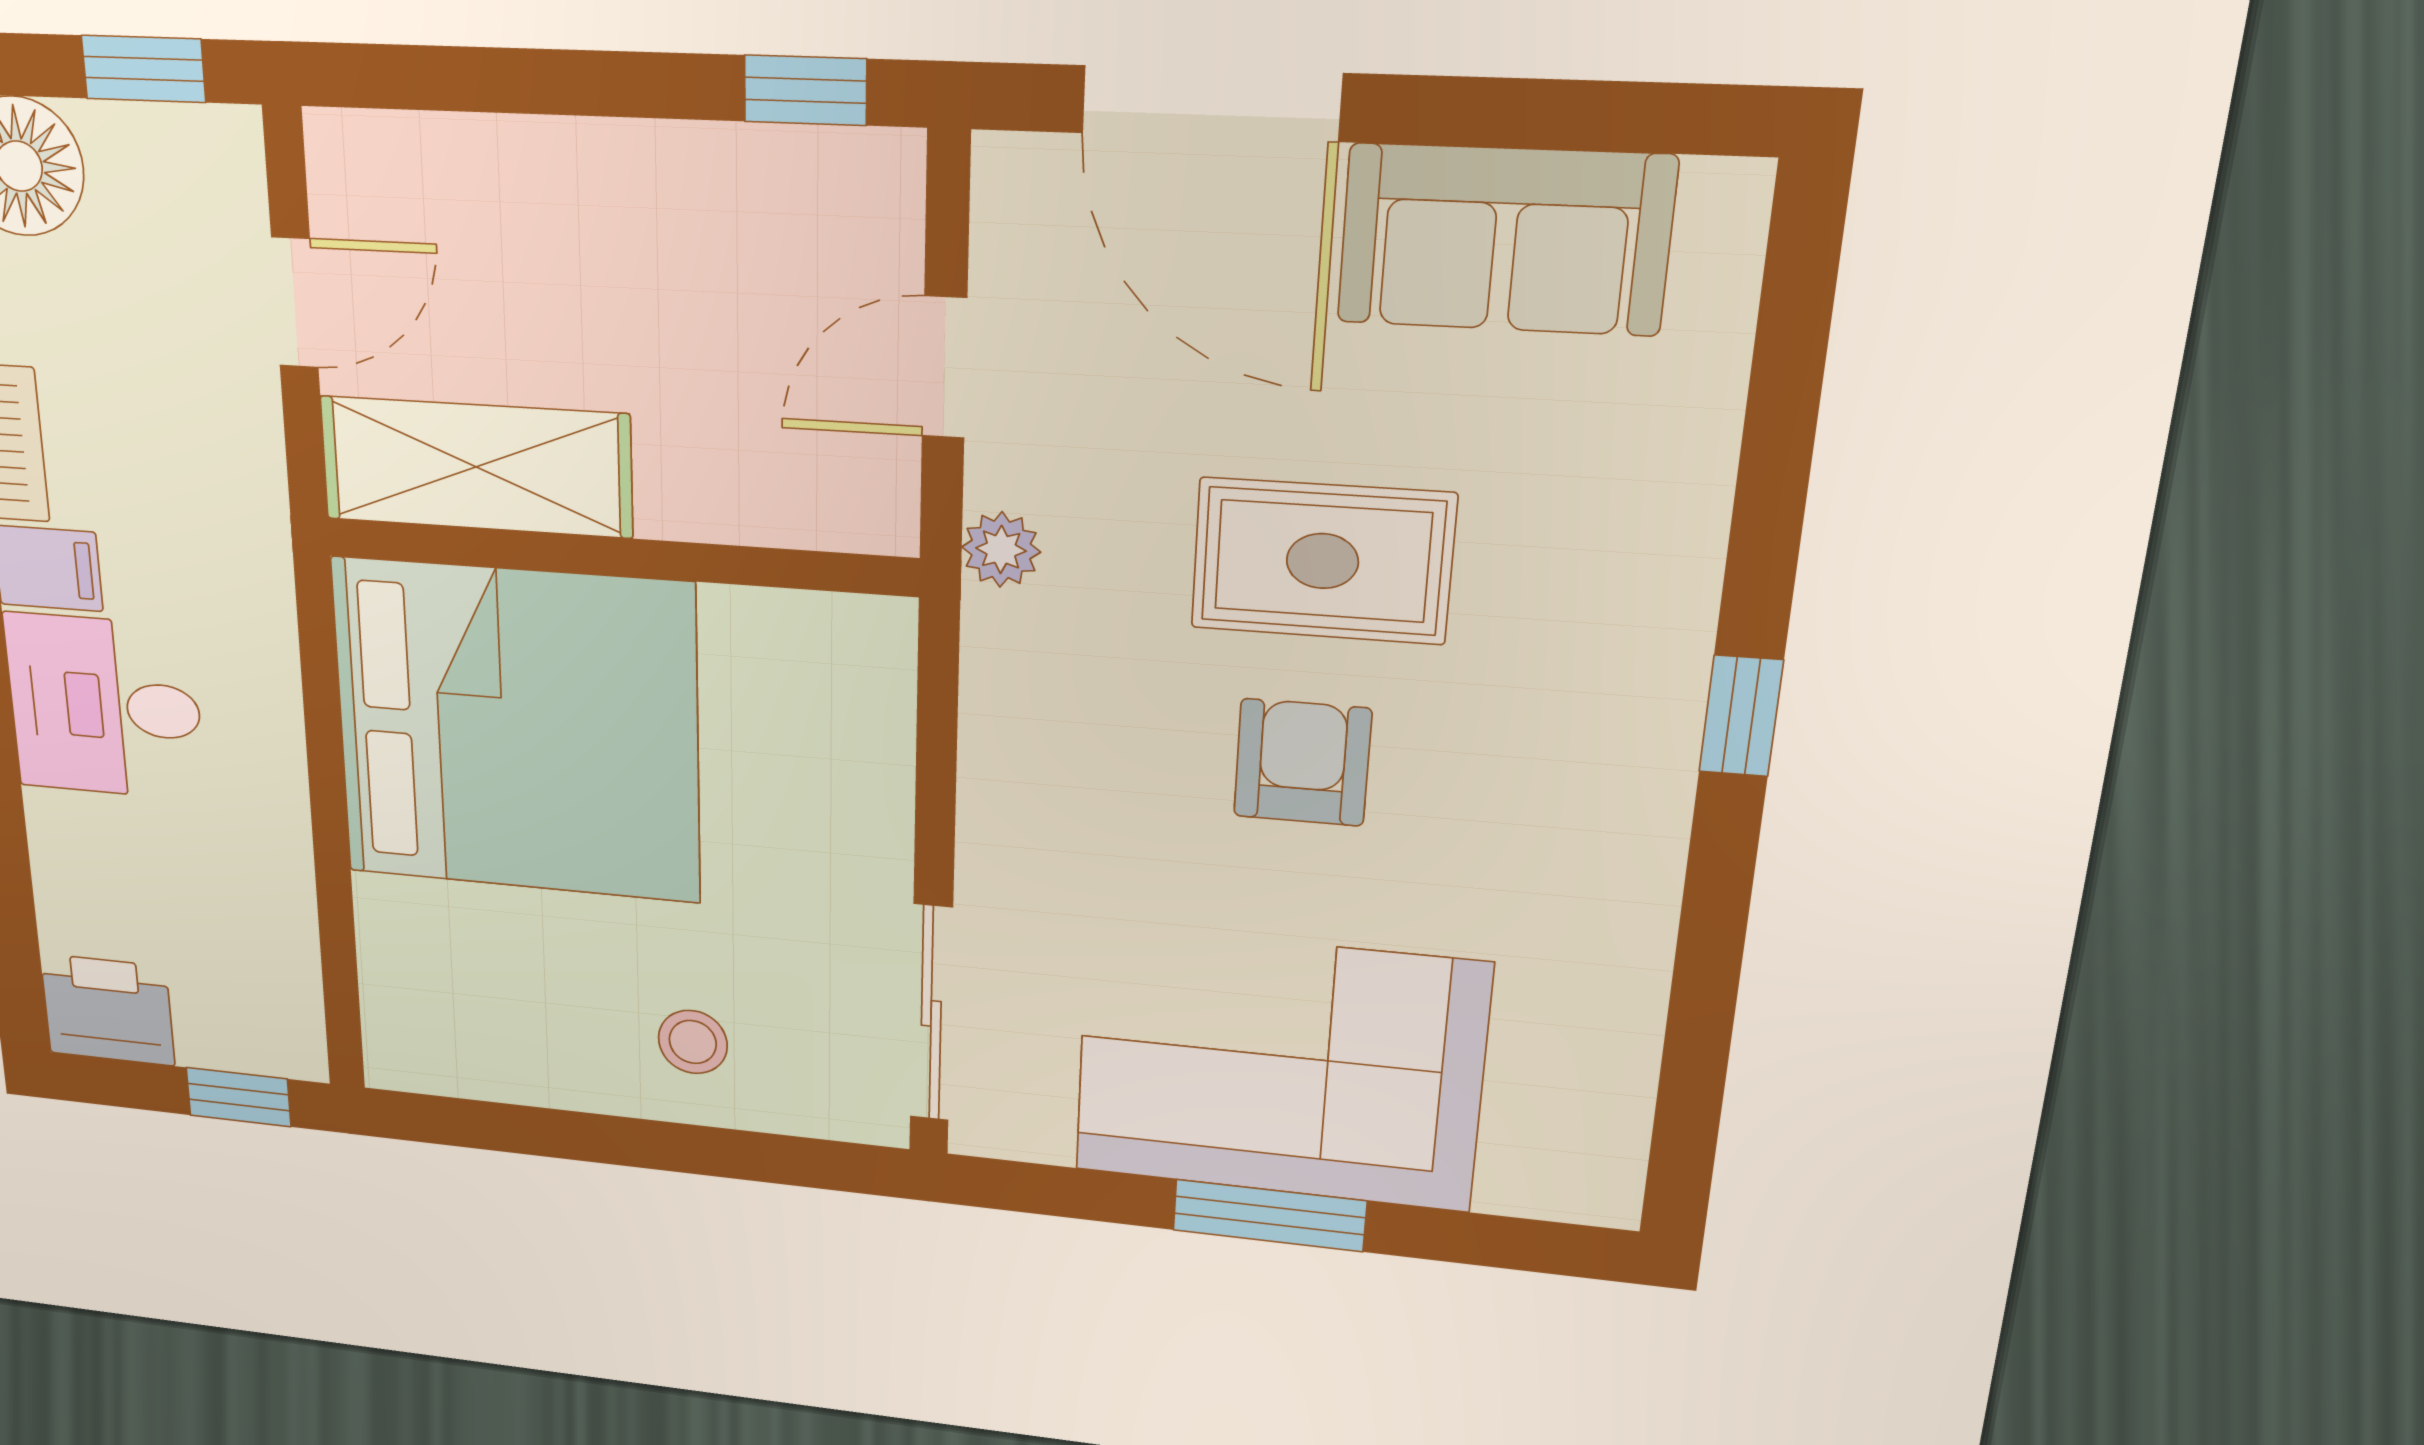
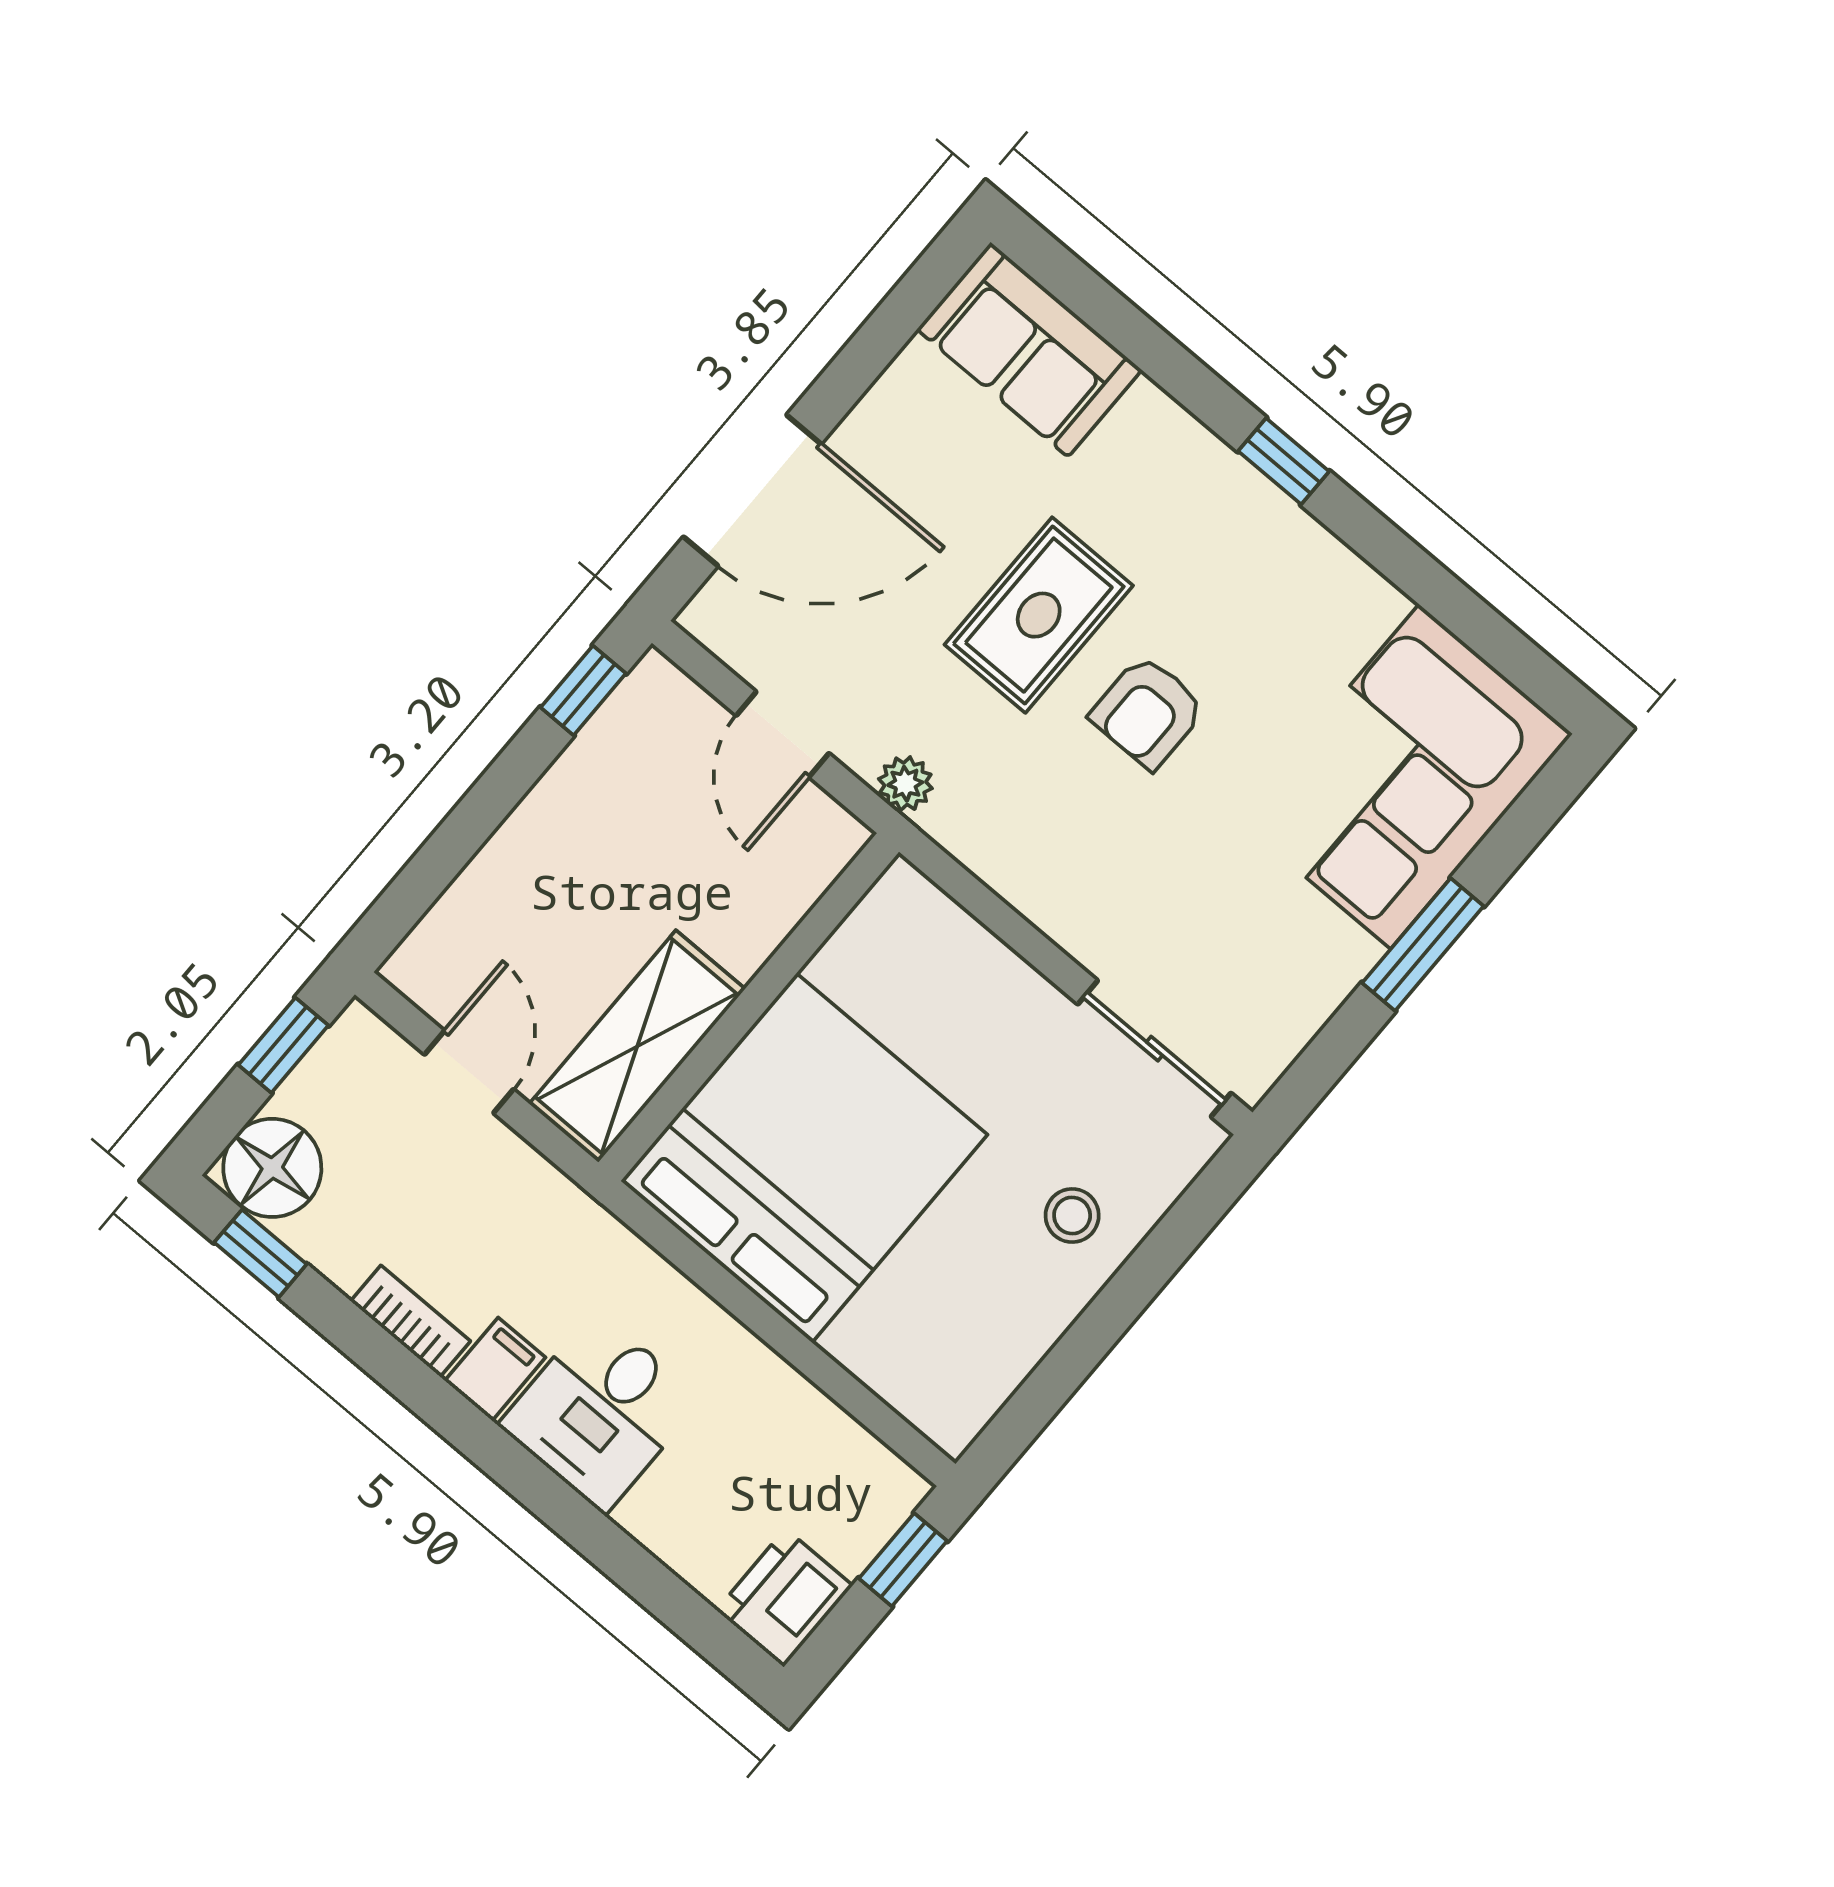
sofa: (1505, 240) -> (1029, 350), moved, turned 90
armchair: (1302, 762) -> (1148, 712), turned -90
corner sofa: (1279, 1068) -> (1405, 776), moved

